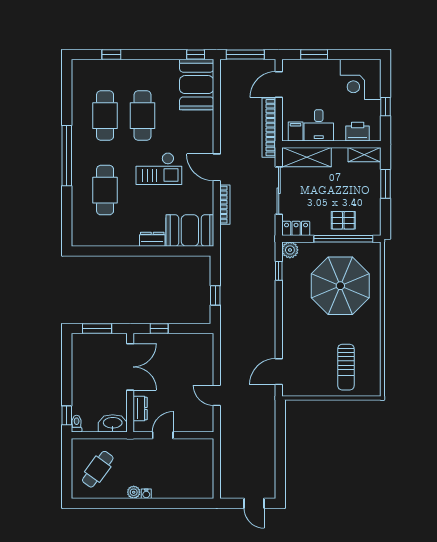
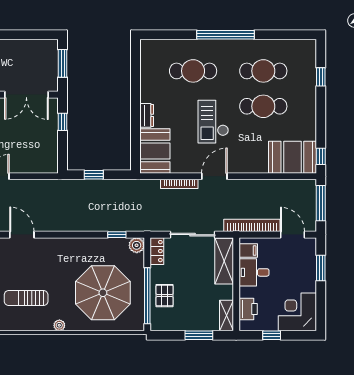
plant: (375, 332) -> (59, 325), added

